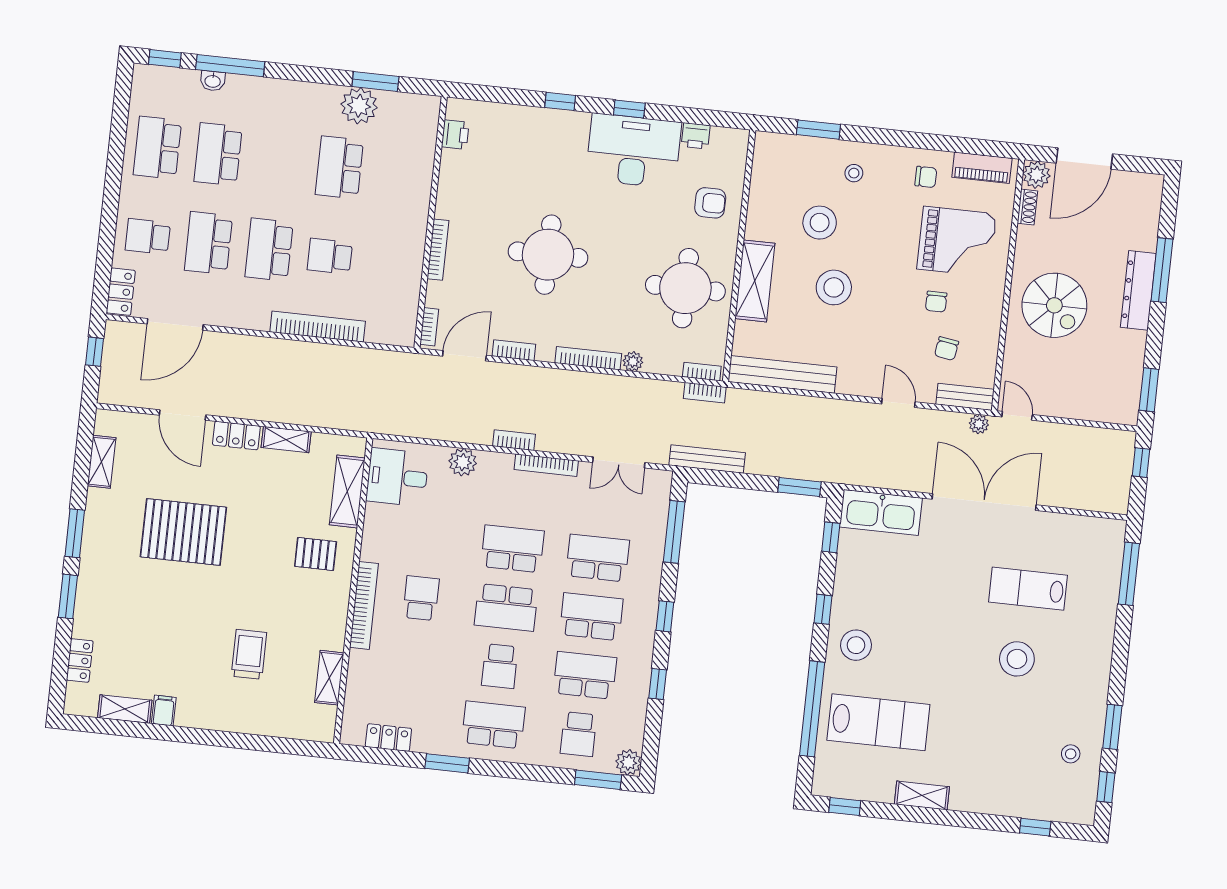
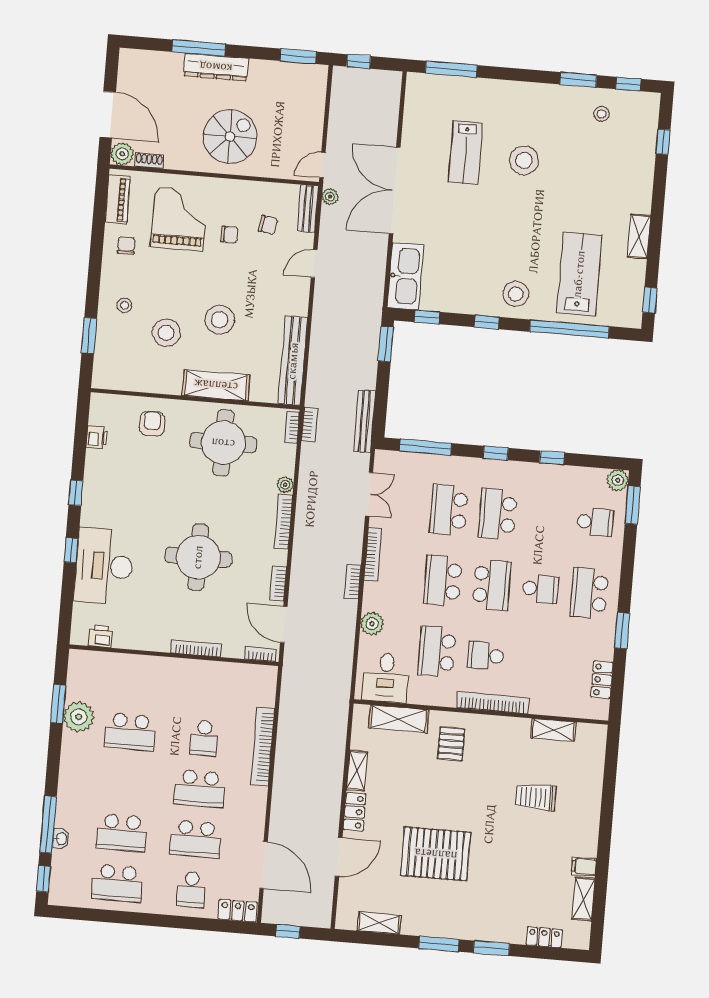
desk: (633, 151) -> (104, 566), moved
pallet: (183, 532) -> (436, 854), turned 90
school desk: (585, 675) -> (437, 652), moved

